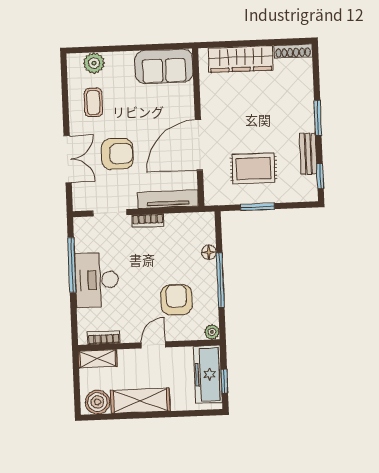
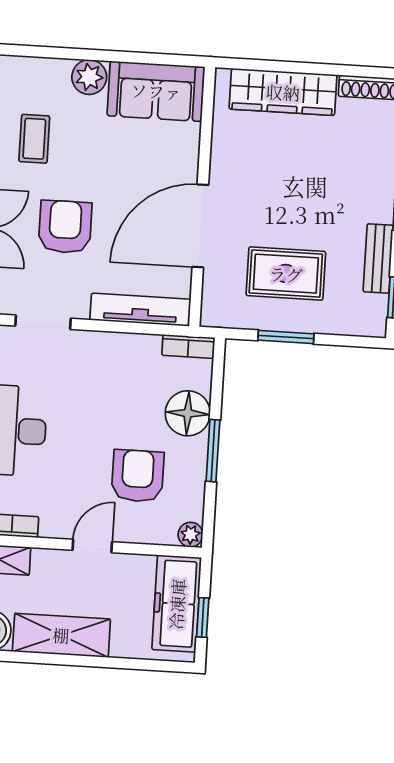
plant: (94, 63) -> (89, 77), moved
armchair: (117, 154) -> (65, 227), turned -90
bookcase: (148, 220) -> (188, 346), moved
floor lamp: (209, 252) -> (188, 413), width x1.89, depth x1.89
window: (220, 280) -> (213, 451), width x0.69

